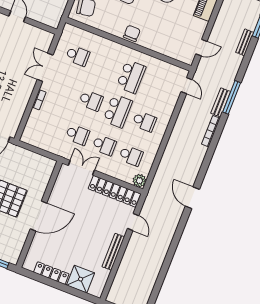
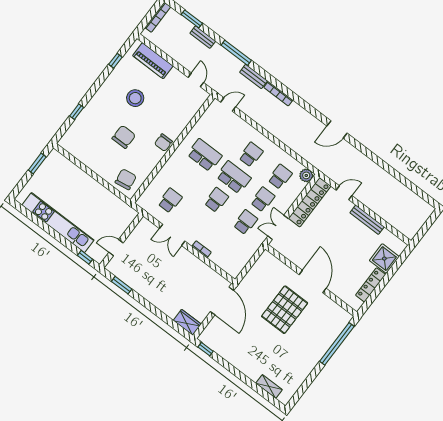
chair: (132, 33) -> (163, 143), turned -90
window: (232, 97) -> (236, 53), moved

